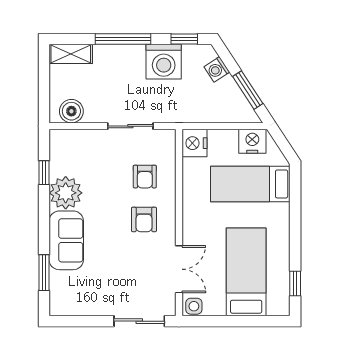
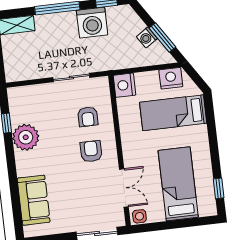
washing machine: (217, 69) -> (147, 37), moved
boiler: (71, 111) -> (23, 71), removed
armchair: (144, 219) -> (91, 151), turned 180
sofa: (66, 240) -> (34, 200), moved
window: (44, 273) -> (16, 203), removed

